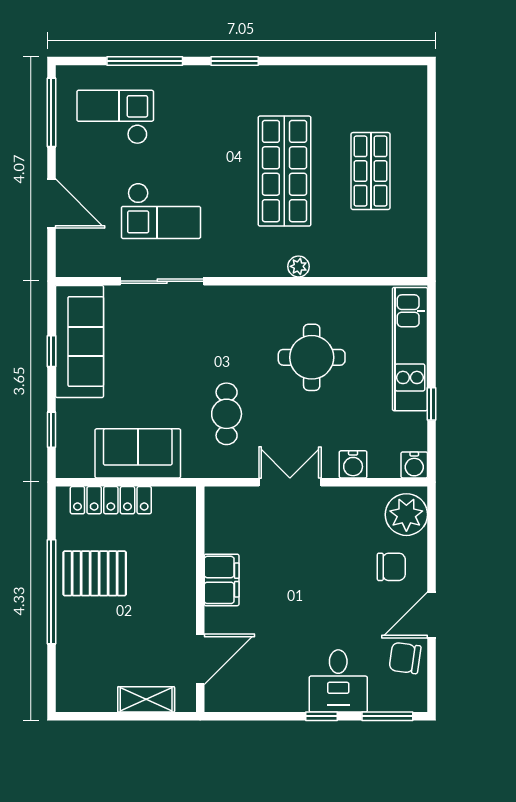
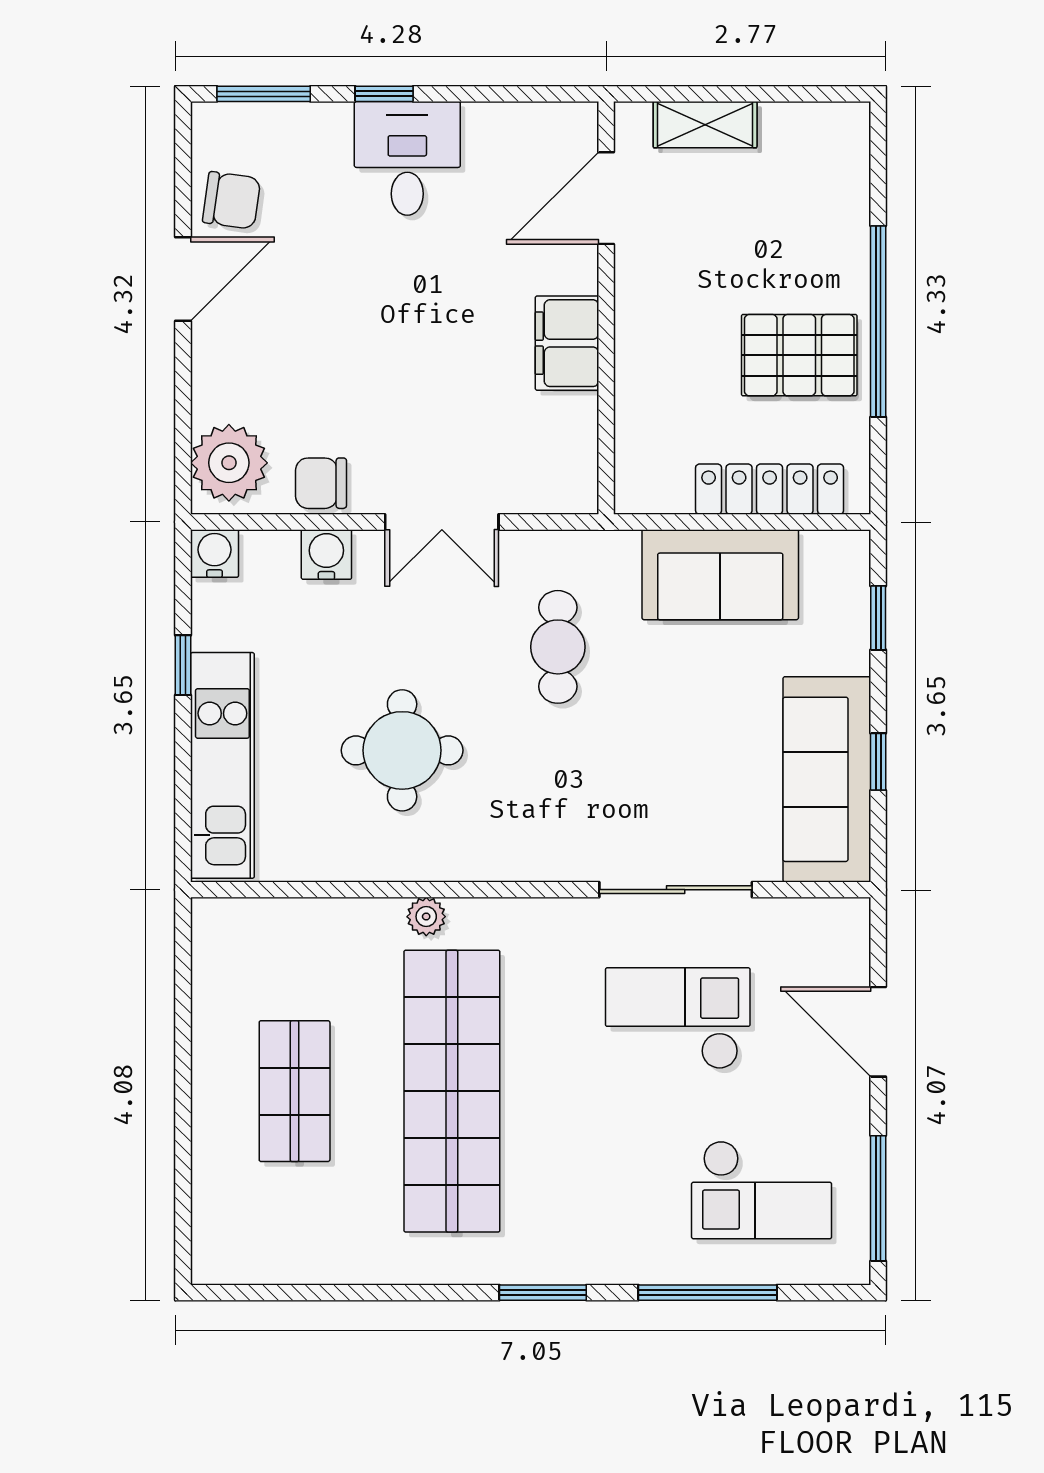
shop shelf: (284, 171) -> (452, 1091), width x1.40
chair: (391, 567) -> (321, 483), moved
desk: (338, 681) -> (407, 158), moved

